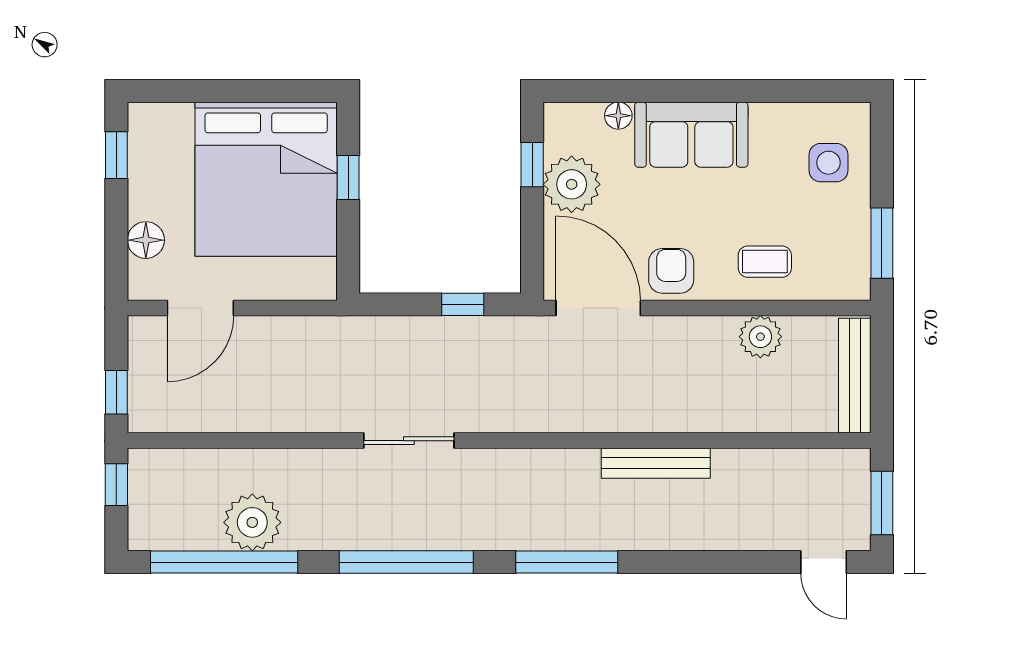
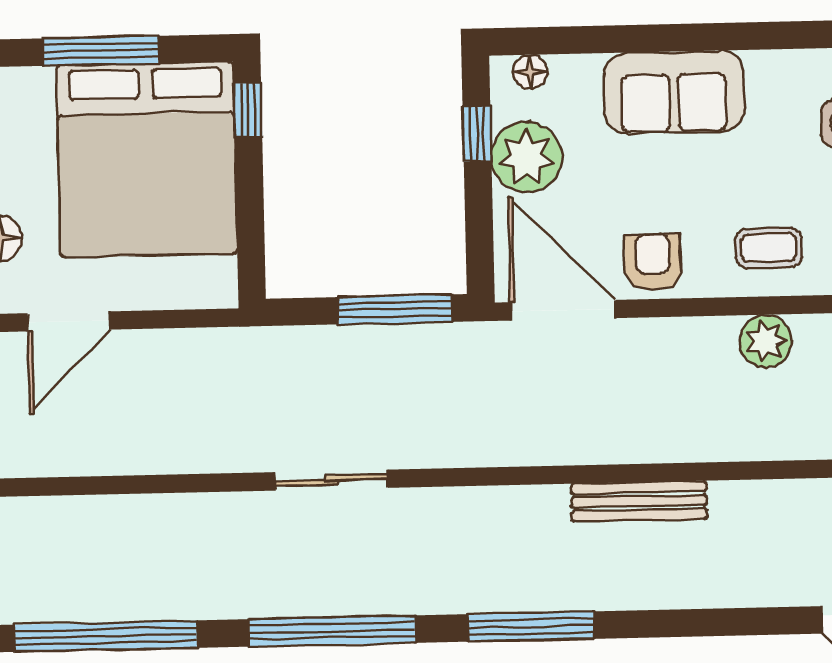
window: (231, 91) -> (101, 51), added
floor lamp: (618, 116) -> (530, 72), moved
window: (348, 178) -> (248, 110), moved
window: (463, 304) -> (395, 309), width x2.17
plant: (252, 522) -> (139, 586), removed

